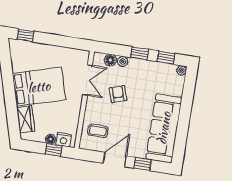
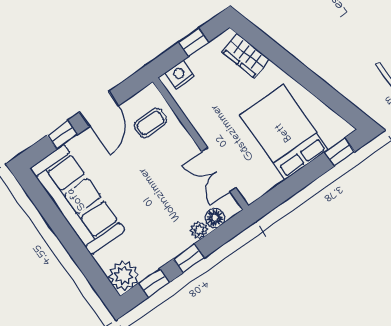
plant: (181, 70) -> (124, 276), width x1.88, depth x1.88
bed: (39, 87) -> (284, 132), moved, turned 106
armchair: (118, 94) -> (168, 188), removed
floor lamp: (51, 139) -> (195, 61), removed
window: (54, 150) -> (194, 42), moved

